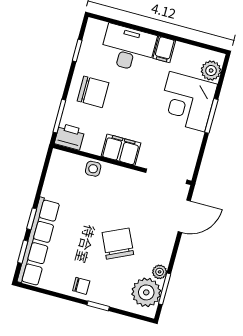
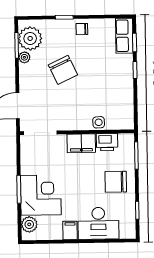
printer: (70, 137) -> (107, 142), moved
row of seats: (39, 242) -> (124, 36), width x0.50

